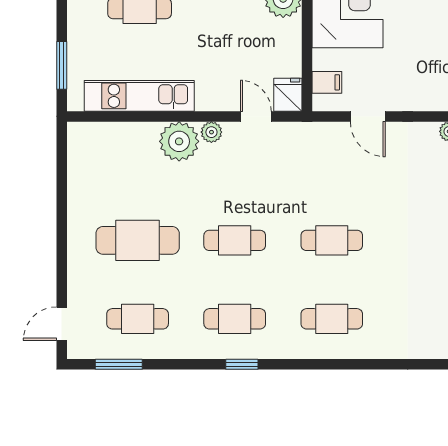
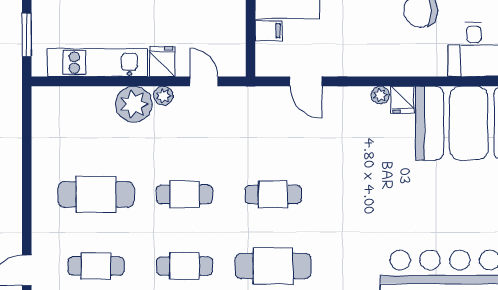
filing cabinet: (327, 82) -> (269, 31), moved
fridge: (288, 95) -> (162, 62), moved
cafe table: (332, 319) -> (273, 266), width x1.37, depth x1.35

